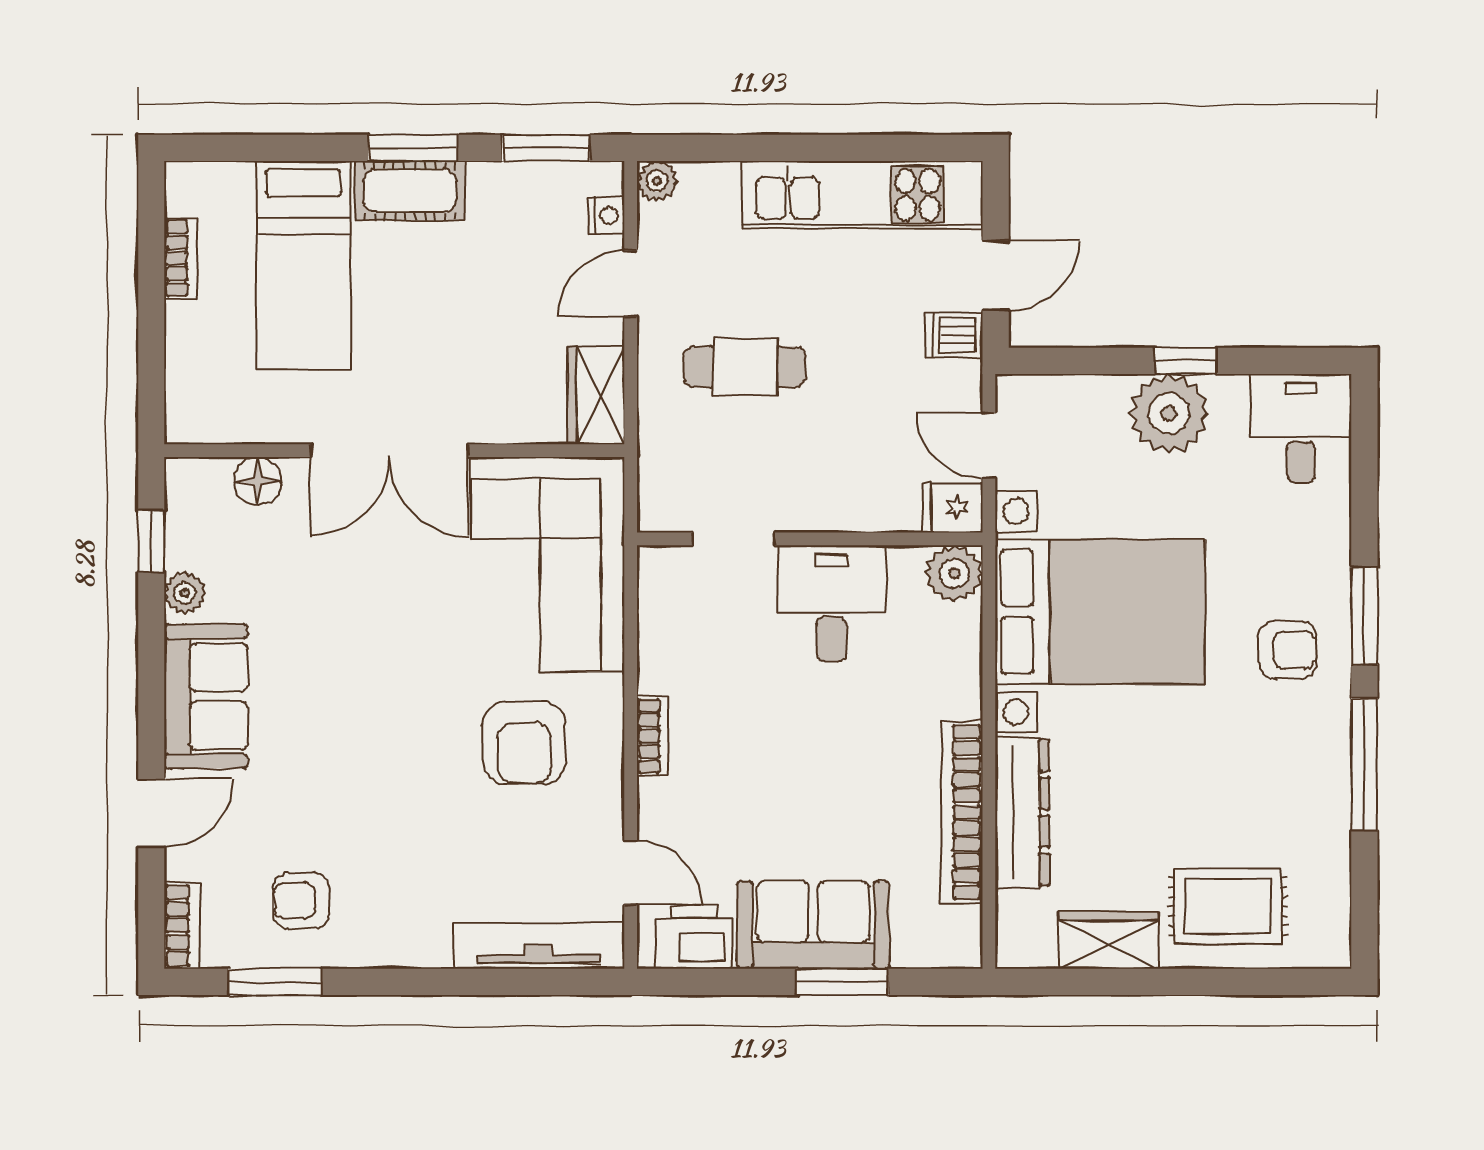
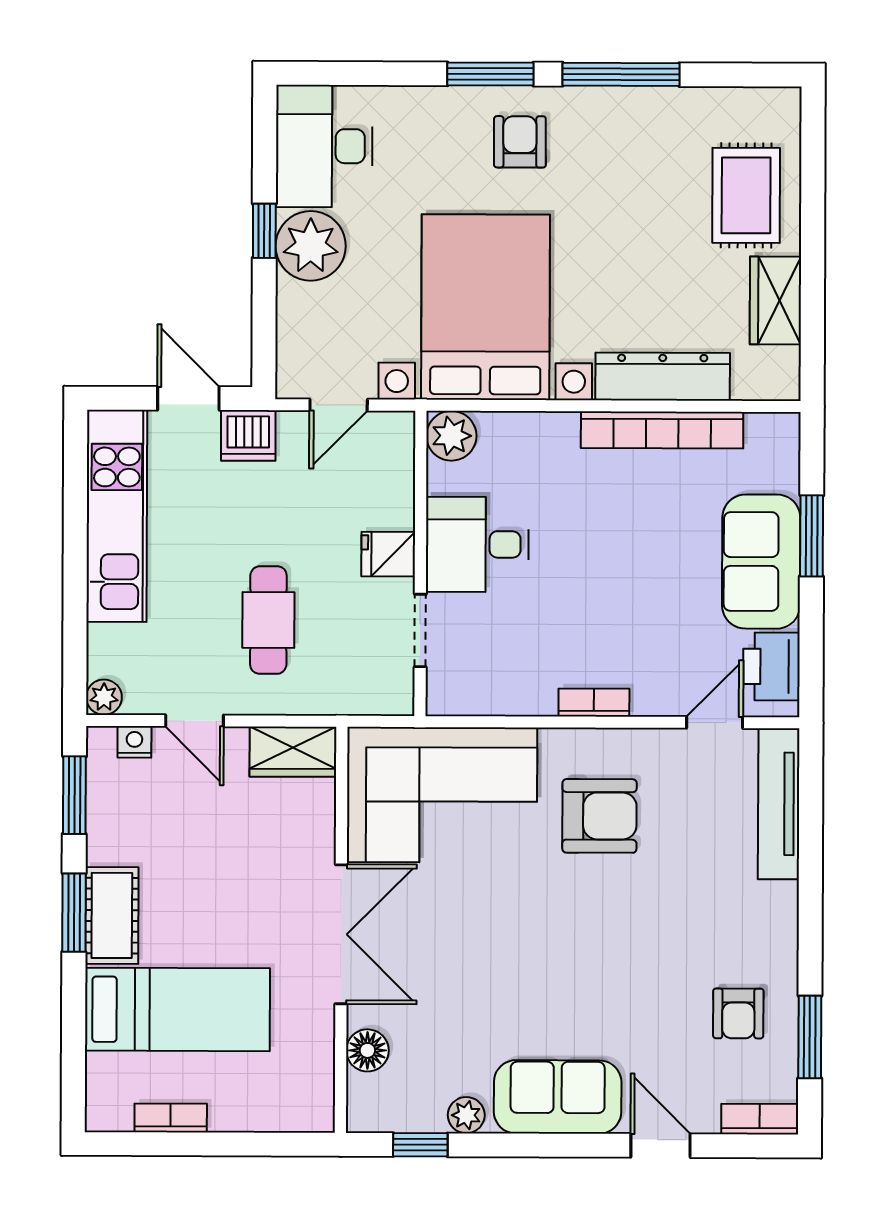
dishwasher: (954, 335) -> (248, 435), width x1.38
desk: (1301, 428) -> (324, 146), width x1.37
fridge: (952, 507) -> (388, 554), moved, turned 90

